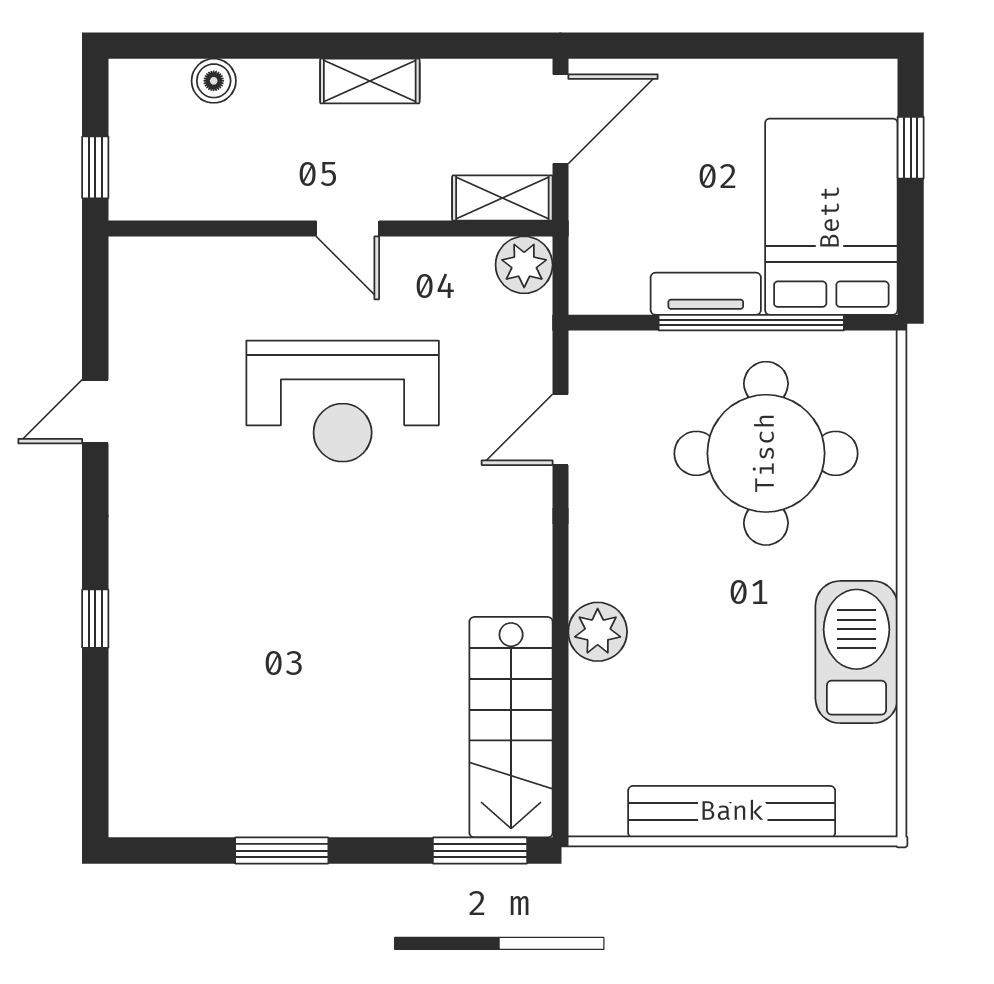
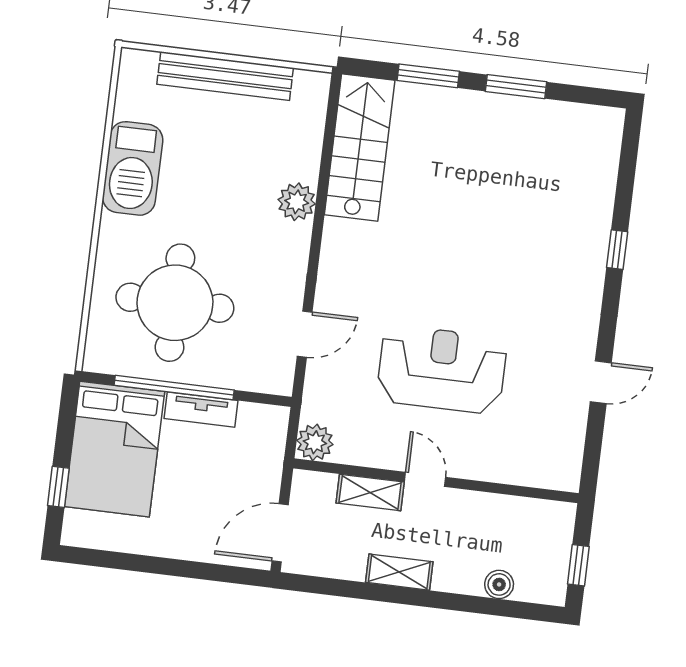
window: (95, 167) -> (578, 565), moved
shelving: (502, 198) -> (370, 492), moved
window: (480, 851) -> (428, 76), moved

